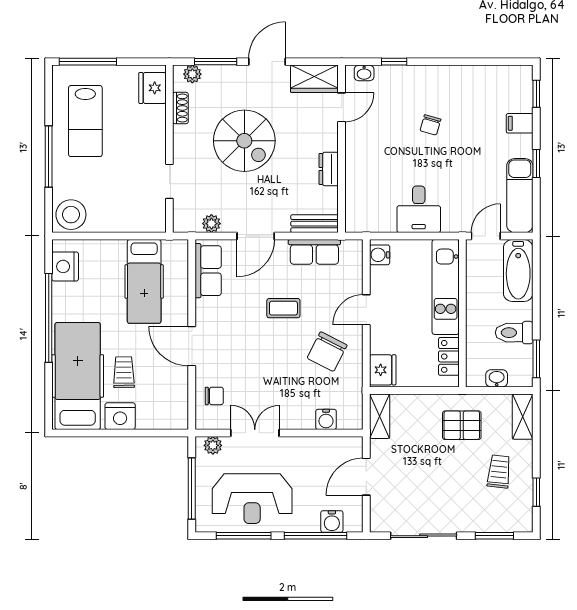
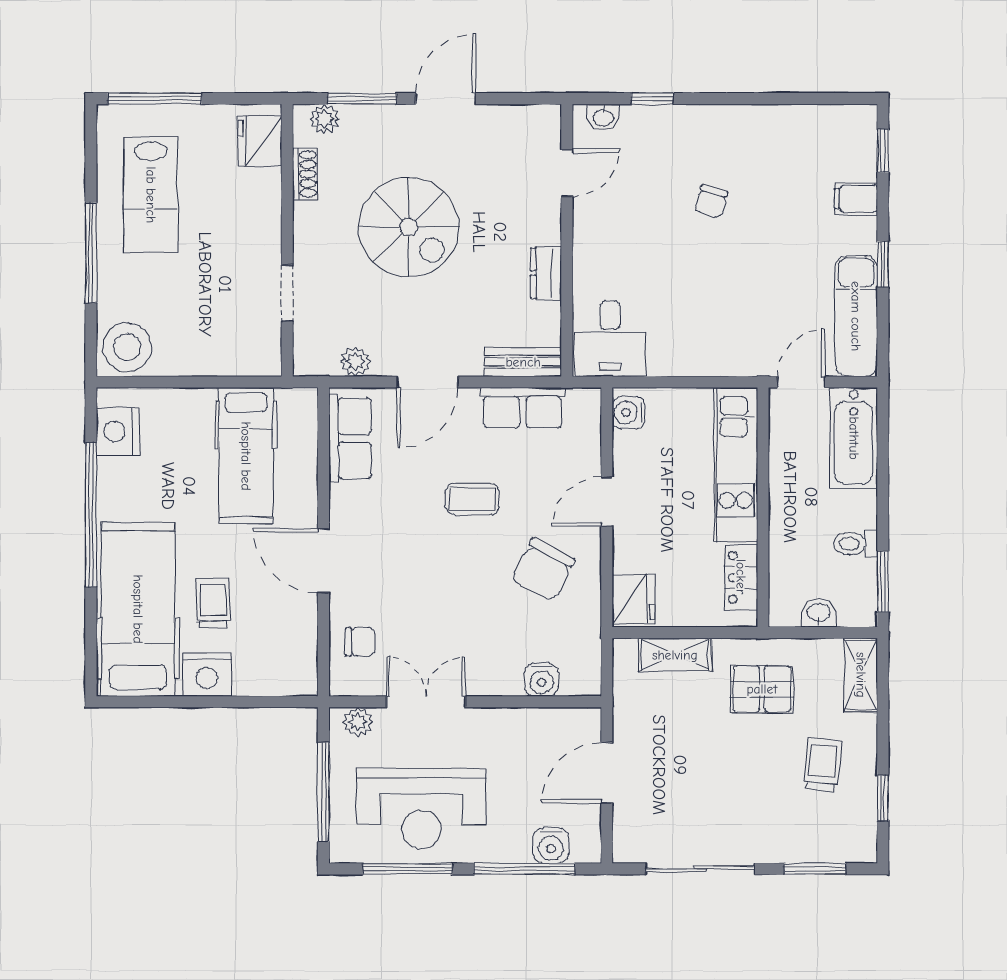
wardrobe: (314, 79) -> (523, 127), removed
desk: (419, 209) -> (610, 339), moved
toilet: (514, 333) -> (855, 544), width x0.73, depth x0.72
shelving: (380, 416) -> (675, 655), moved, turned 90

